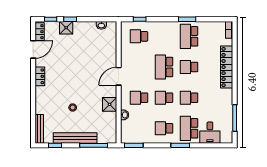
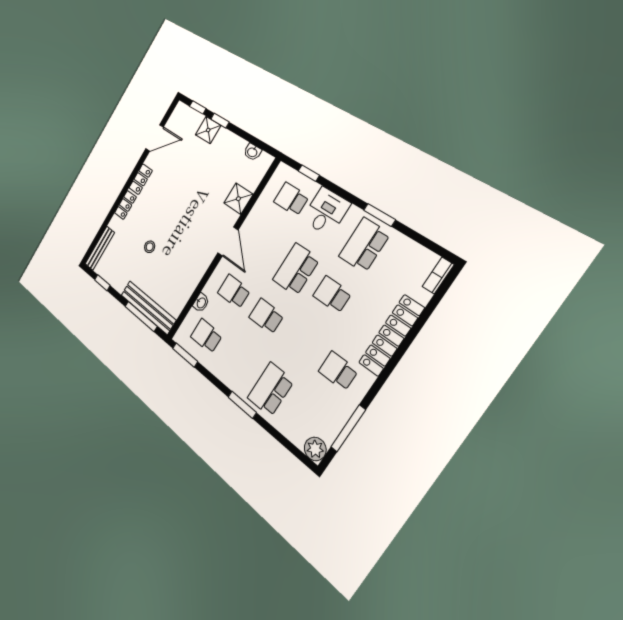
locker: (40, 32) -> (125, 205), moved
door: (119, 76) -> (228, 241), swing flipped
school desk: (189, 98) -> (338, 371), moved
shower: (110, 104) -> (238, 199), moved
school desk: (164, 128) -> (206, 336), moved
desk: (210, 133) -> (326, 212), moved, turned 180
bench: (75, 138) -> (148, 307), moved
plant: (227, 138) -> (315, 449), added

